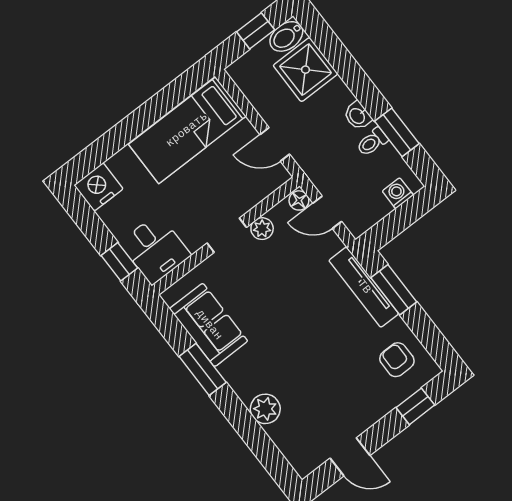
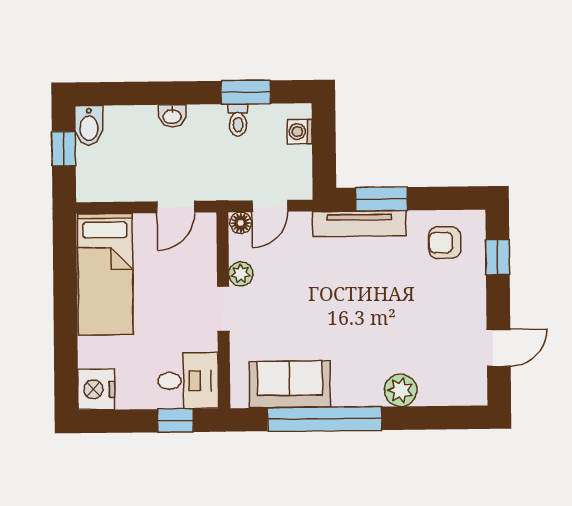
shower: (305, 70) -> (131, 131), removed
washbasin: (358, 116) -> (172, 116), moved
window: (203, 369) -> (325, 419), width x2.11

